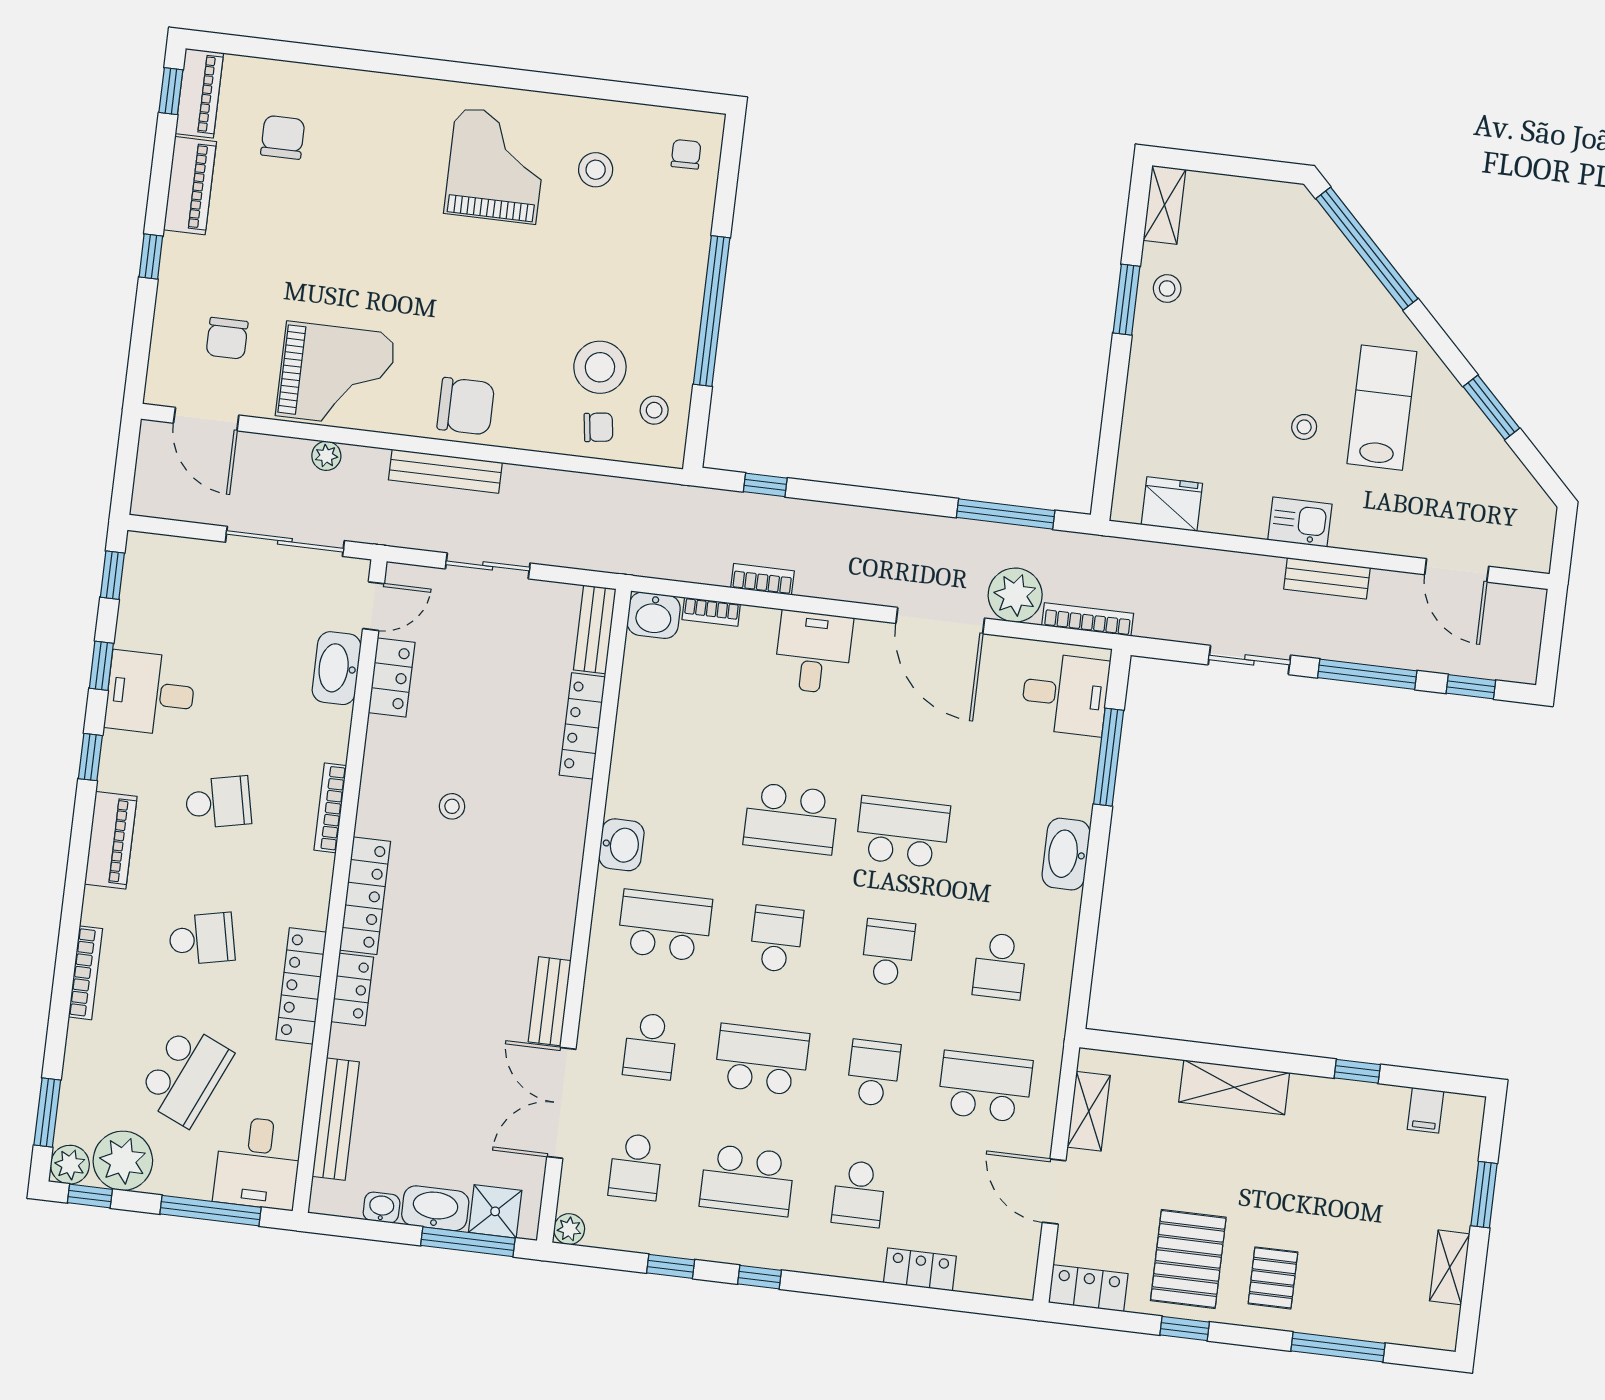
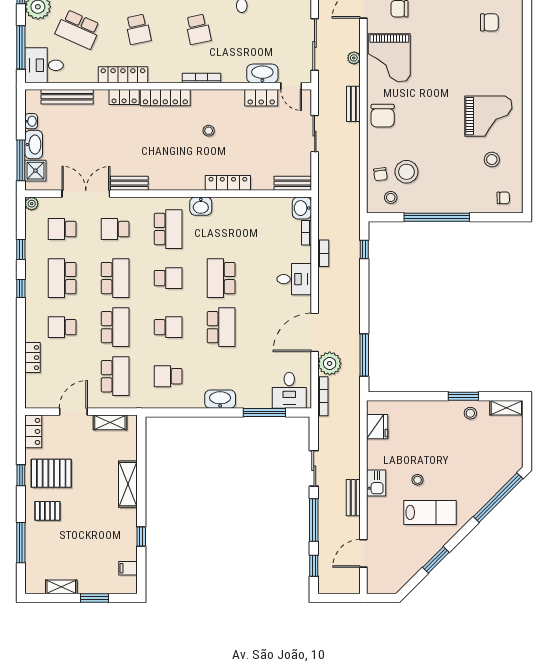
bench: (445, 471) -> (353, 104), width x0.73
locker: (582, 726) -> (228, 183), moved
school desk: (873, 1073) -> (115, 327), width x1.85

